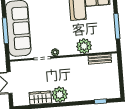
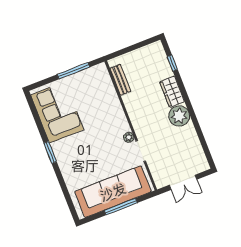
plant: (84, 46) -> (110, 104), removed
wardrobe: (40, 98) -> (172, 92), moved

